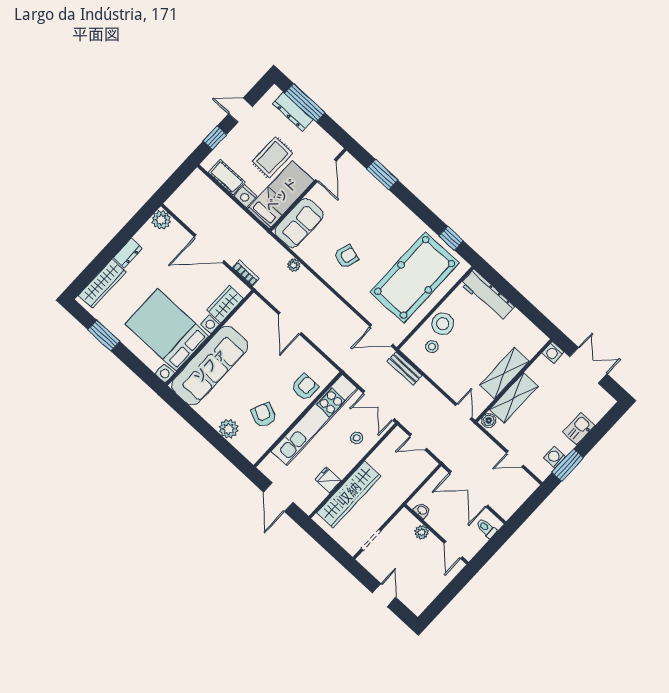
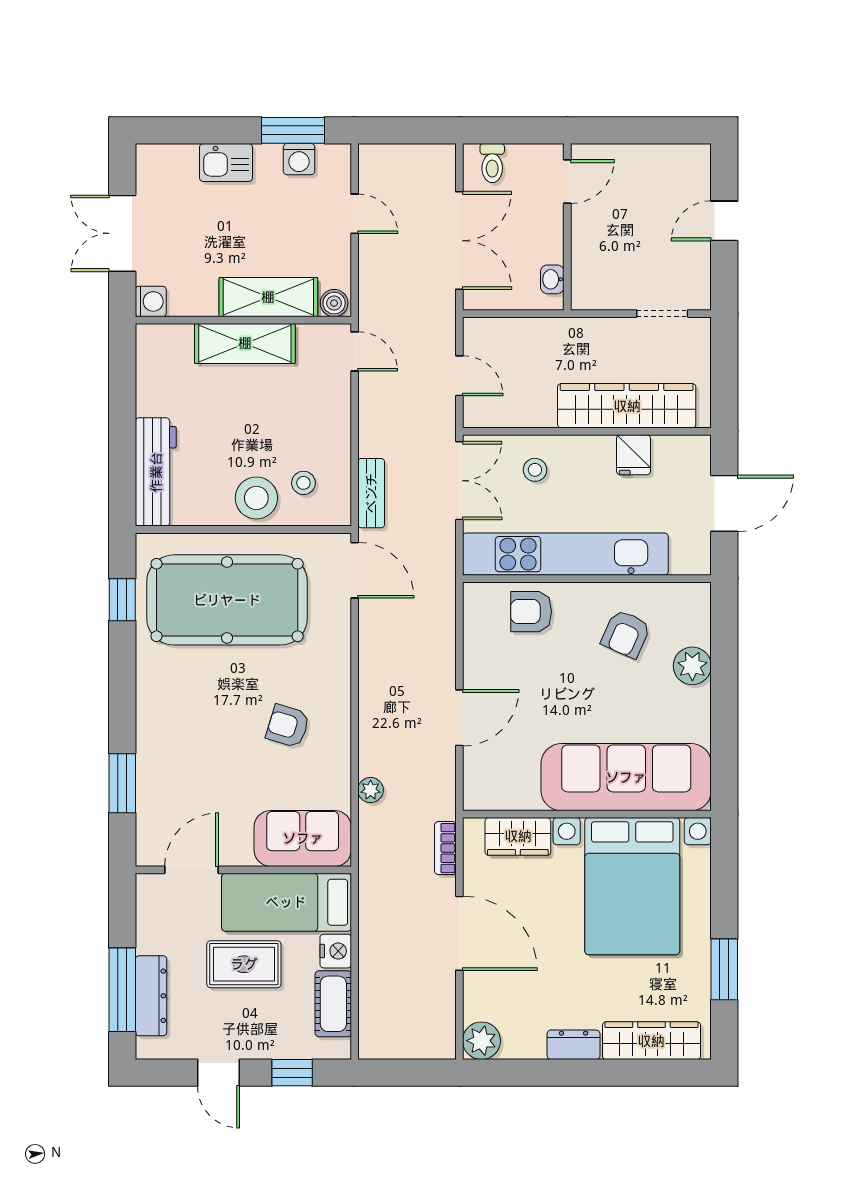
door: (463, 411) -> (355, 351), swing flipped
plant: (422, 532) -> (584, 251), removed

